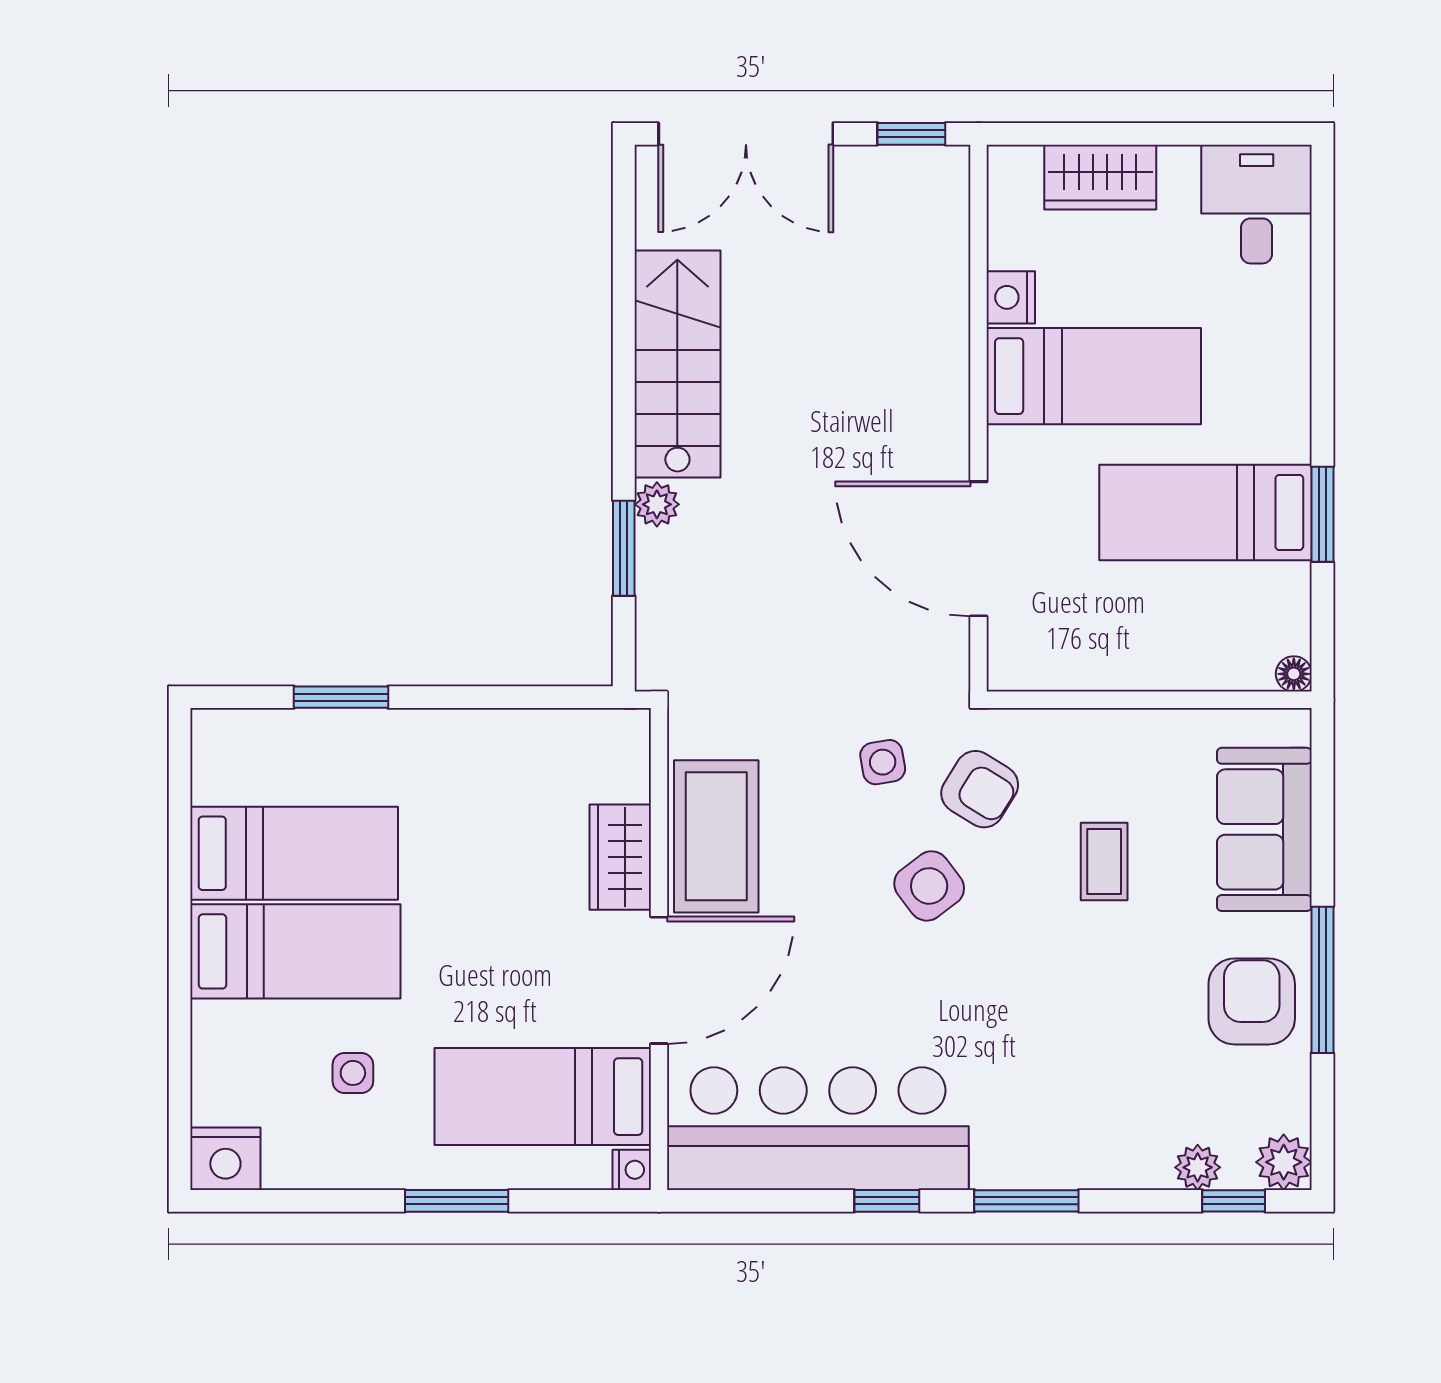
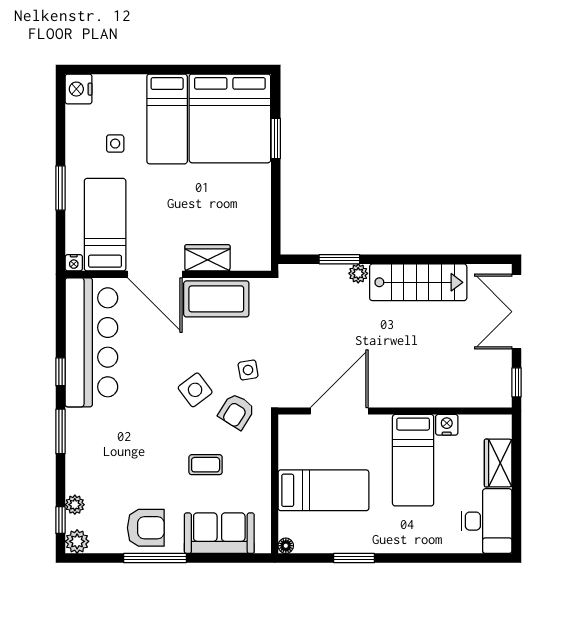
desk: (1257, 204) -> (487, 521), width x1.37
bed: (1205, 512) -> (323, 490), moved, turned 90
bed: (294, 853) -> (230, 118), width x2.04

